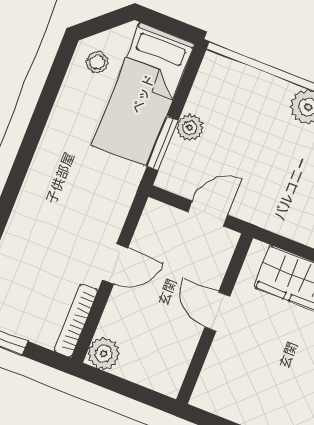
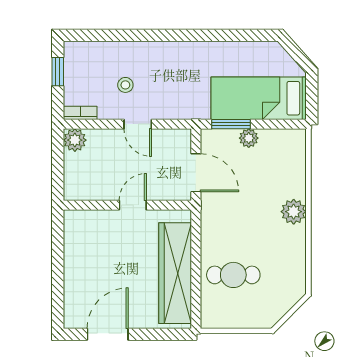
stool: (97, 62) -> (125, 85), moved
door: (208, 213) -> (196, 173), width x1.38
bookcase: (76, 321) -> (80, 113), width x0.64

